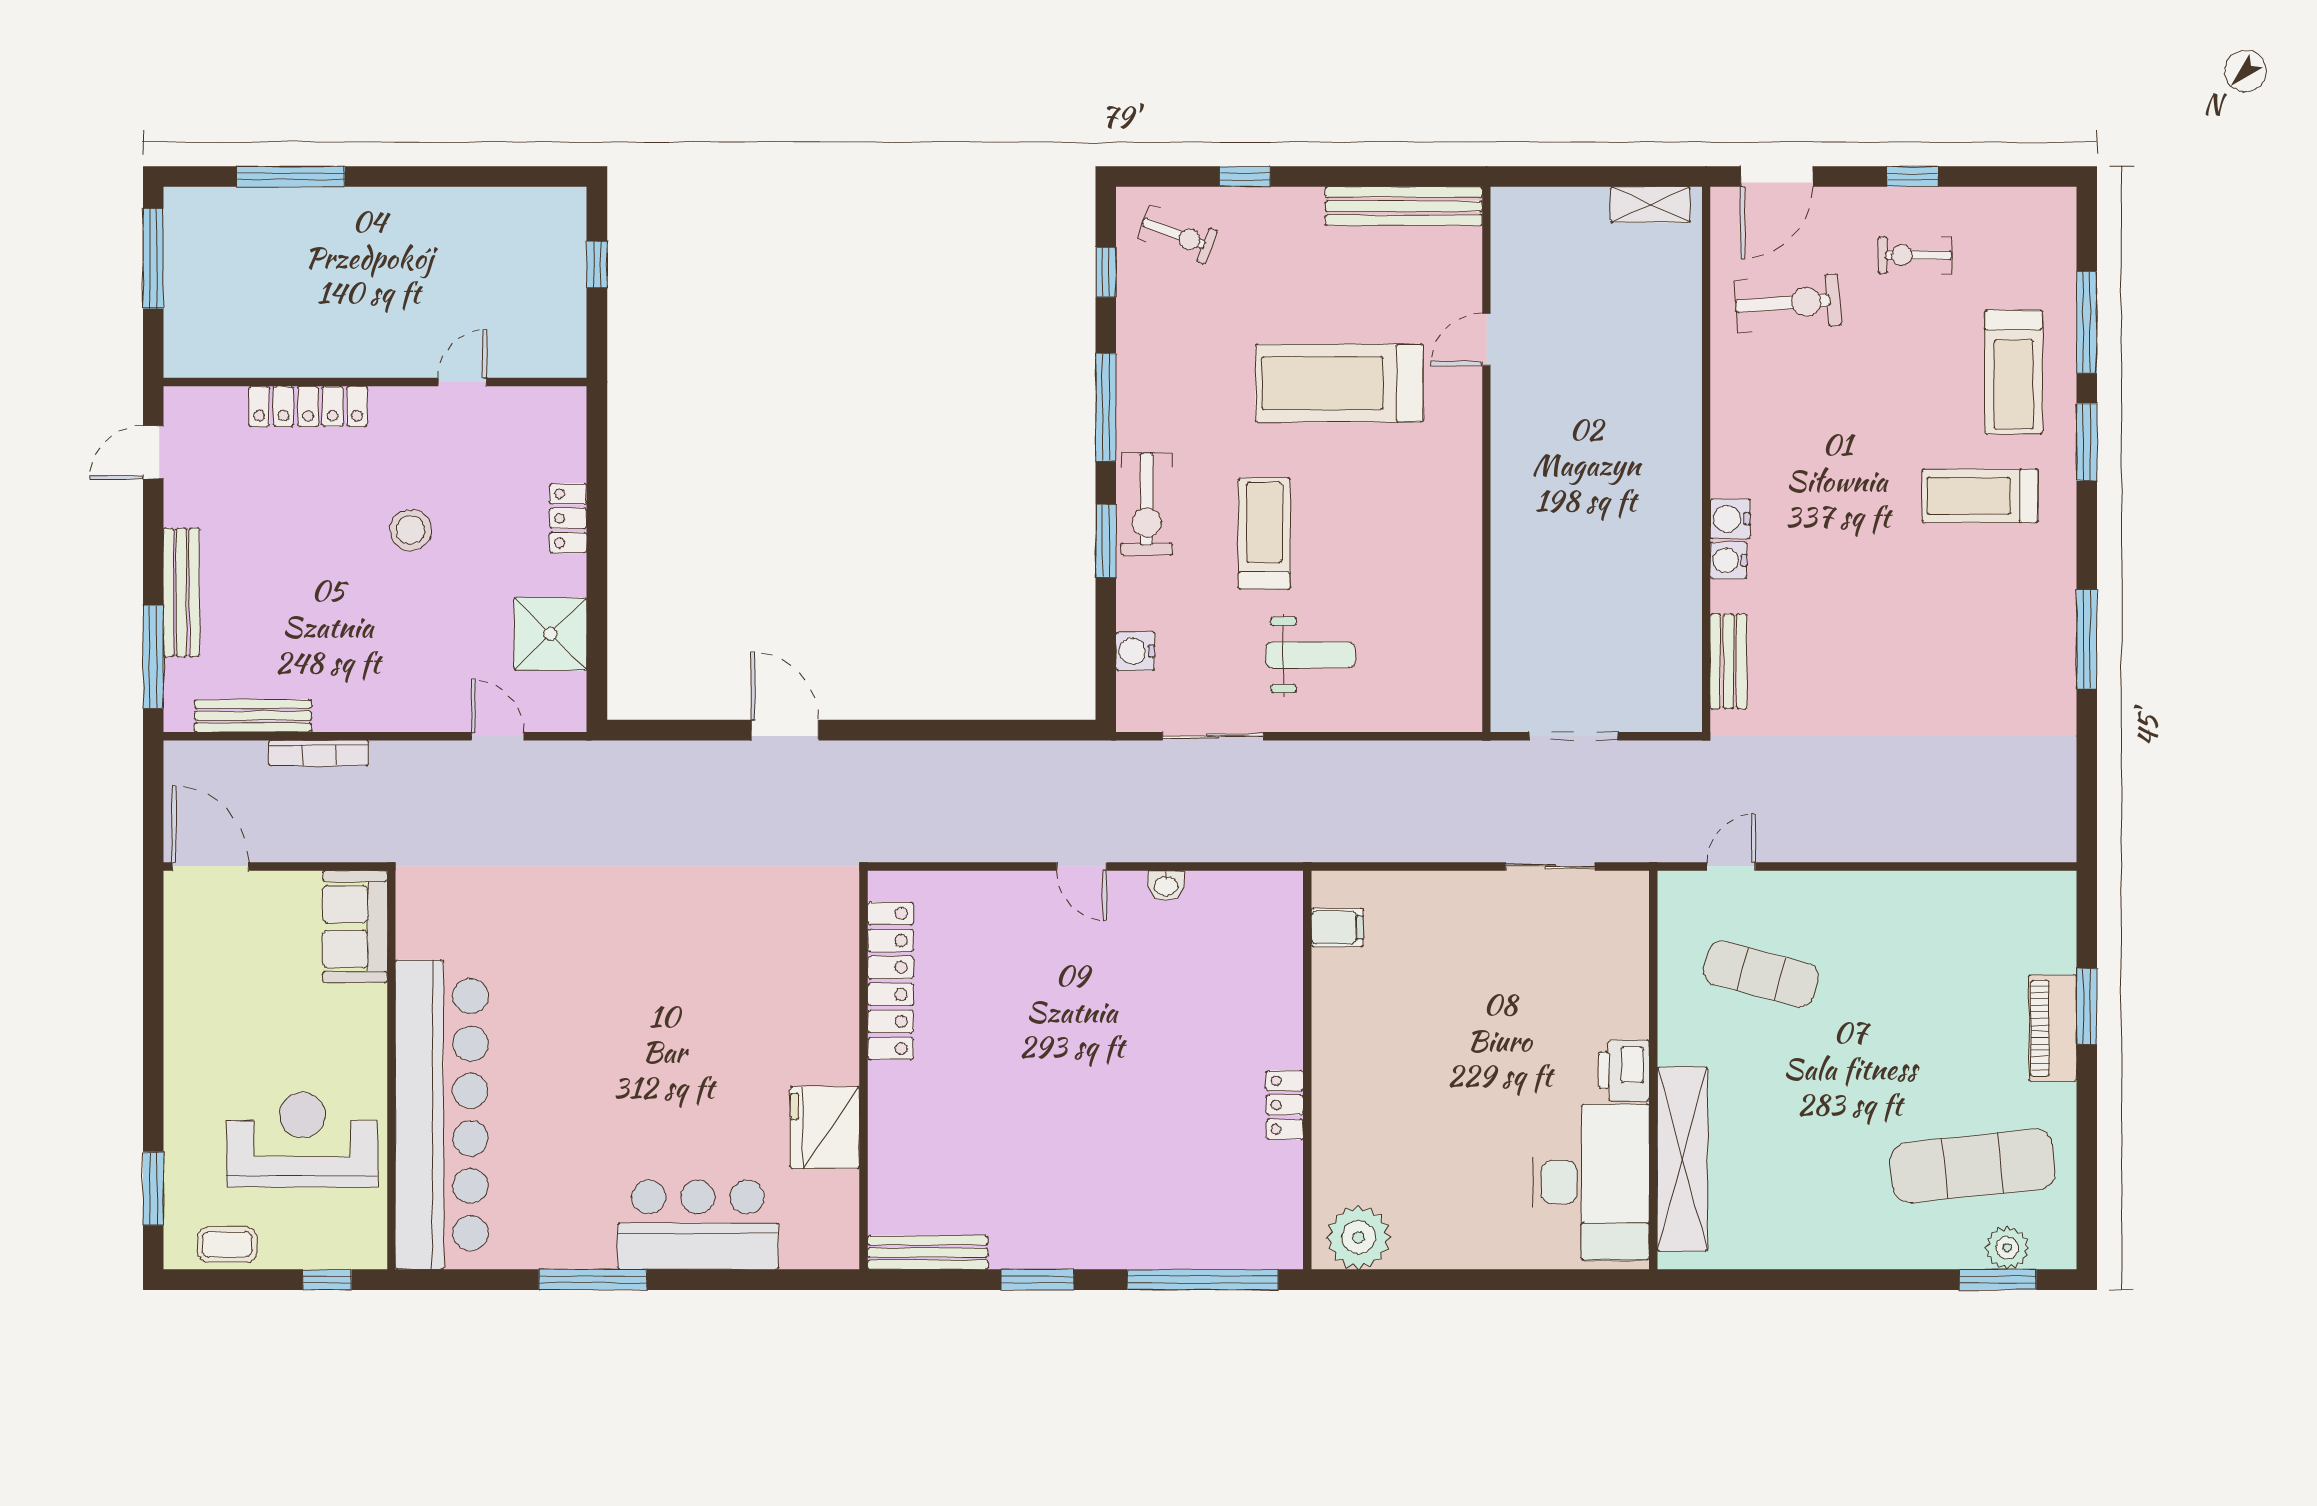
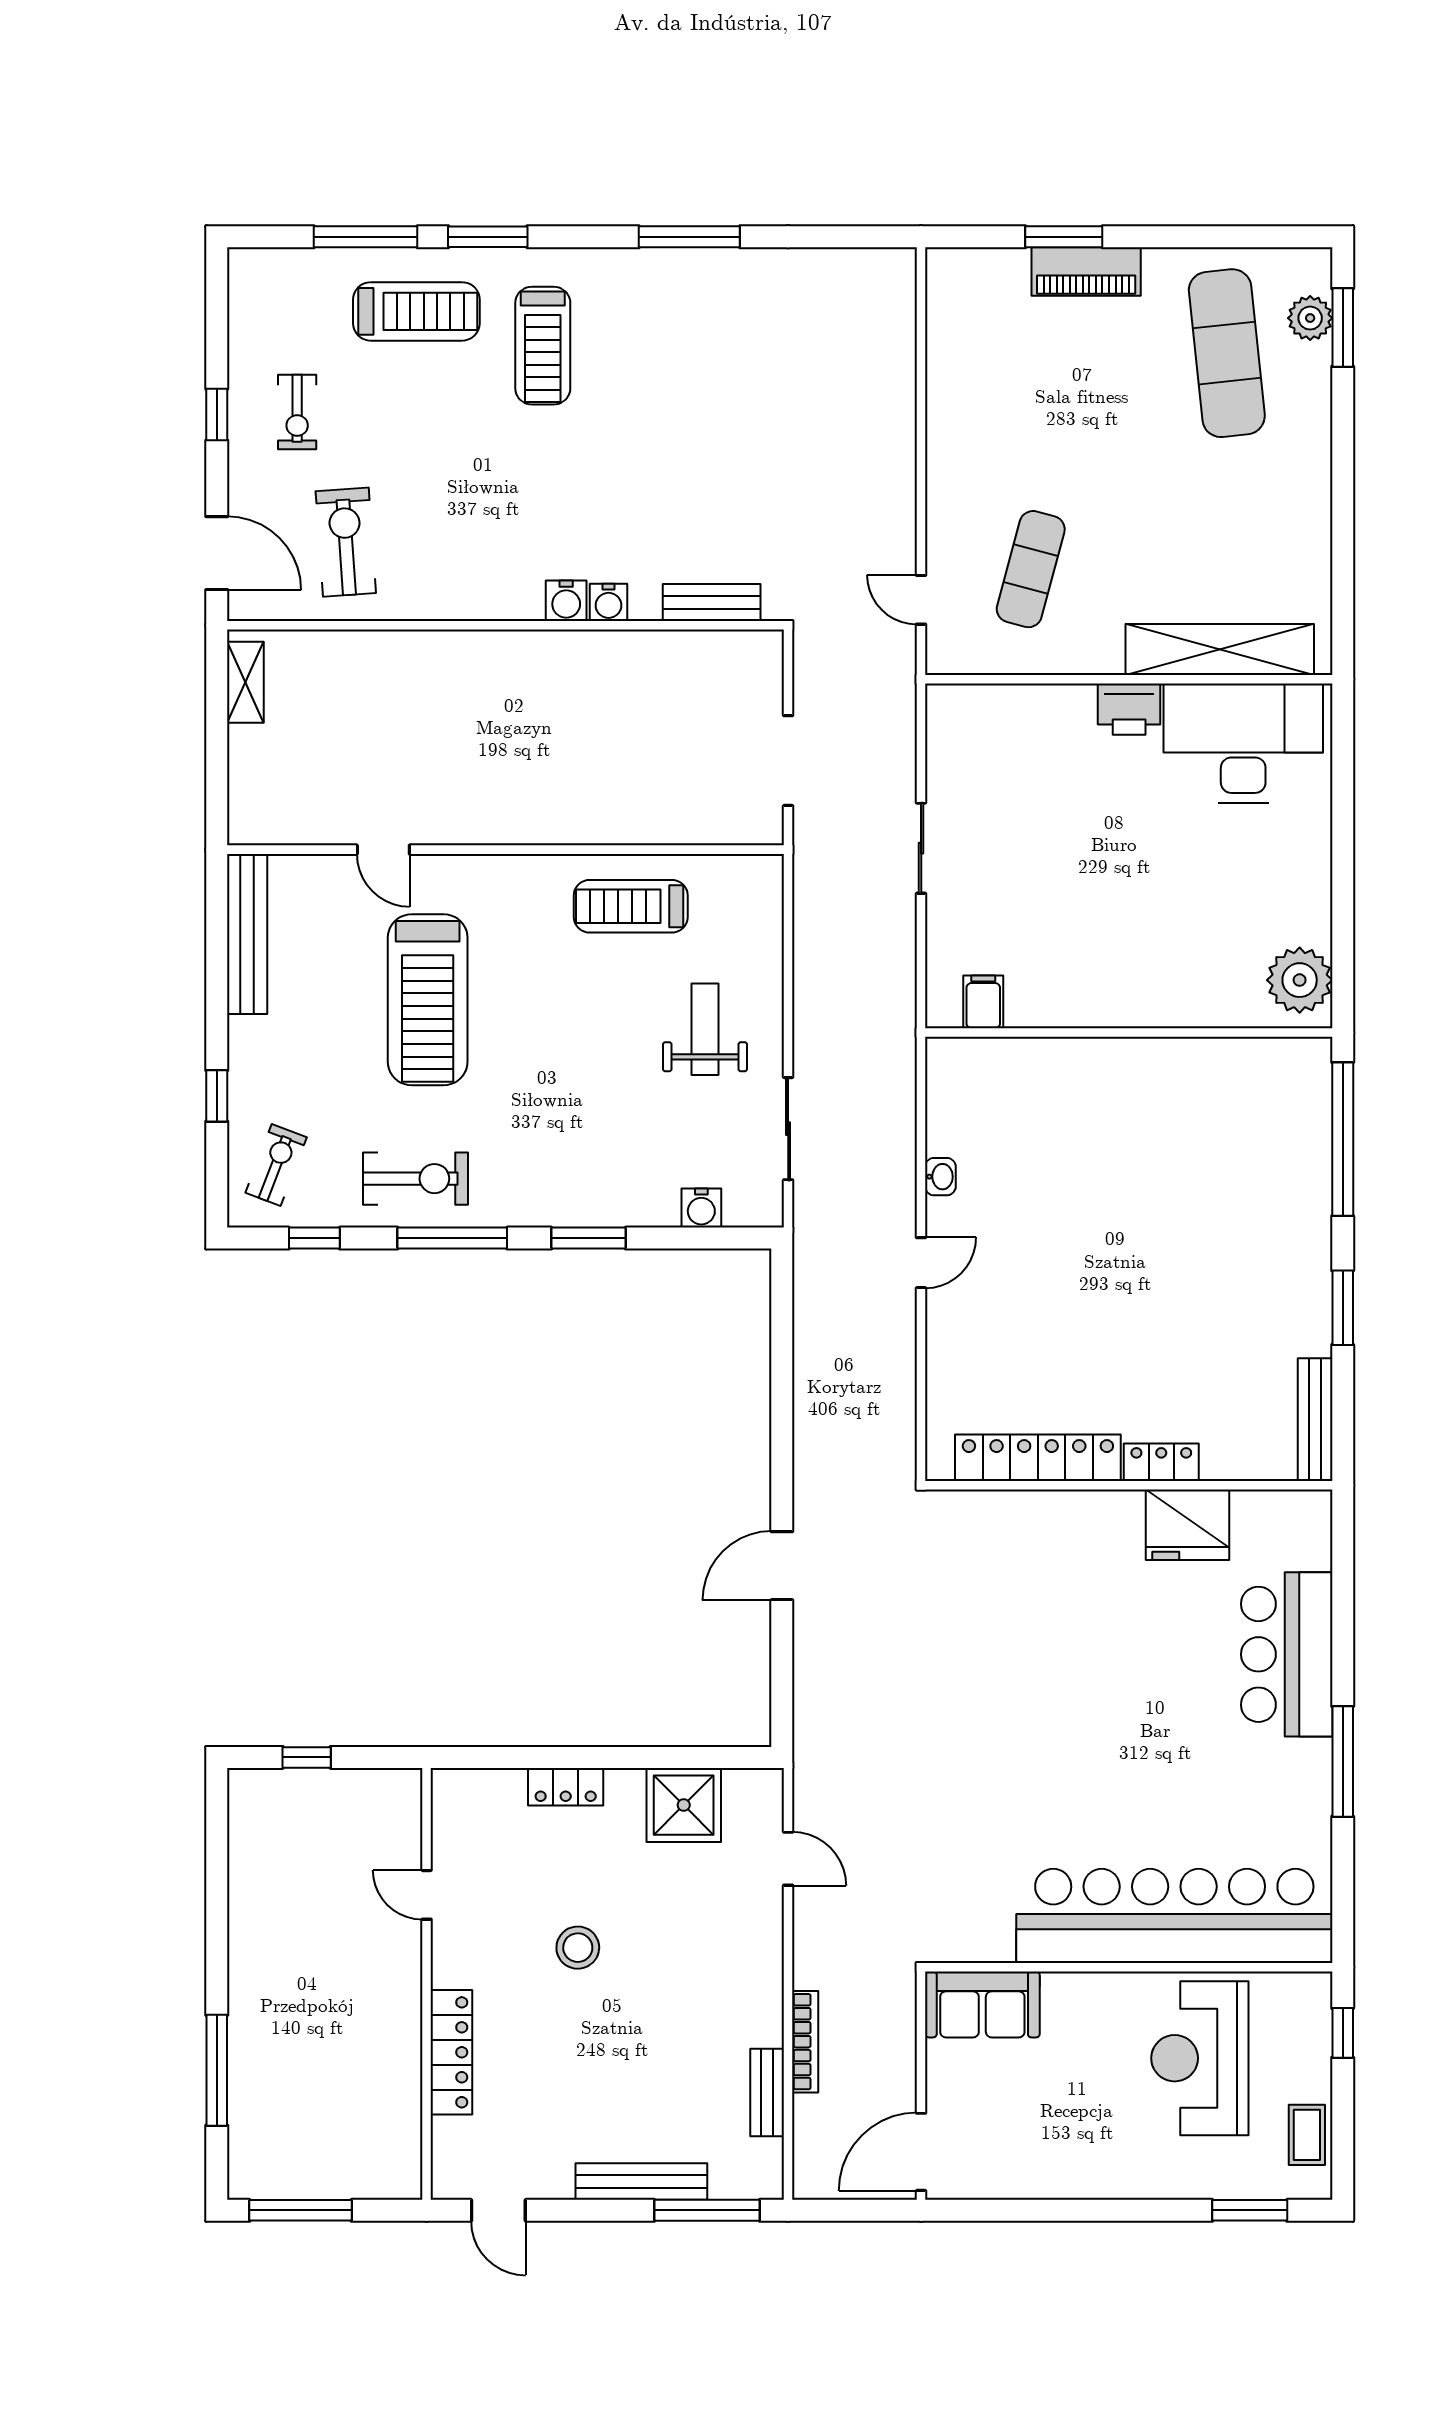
exercise bike: (1147, 504) -> (416, 1179), moved
treadmill: (1264, 534) -> (631, 906), moved
bench: (253, 716) -> (767, 2092), width x0.73
door: (498, 736) -> (788, 1859), swing flipped
sliding door: (1550, 866) -> (921, 848), moved
locker: (1285, 1105) -> (1161, 1462), moved, turned 180

